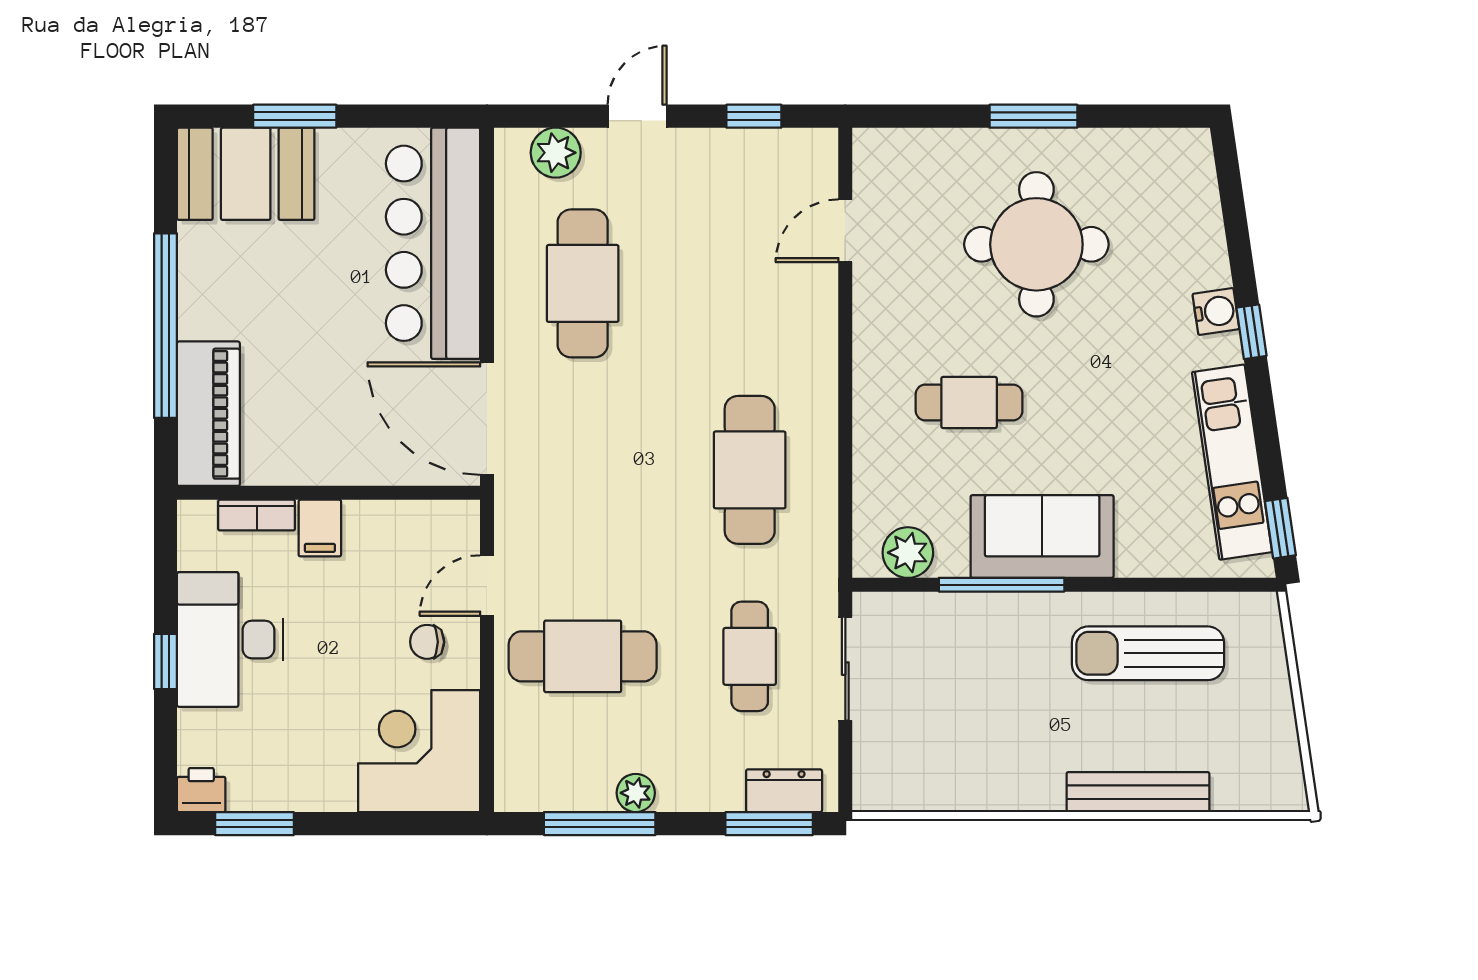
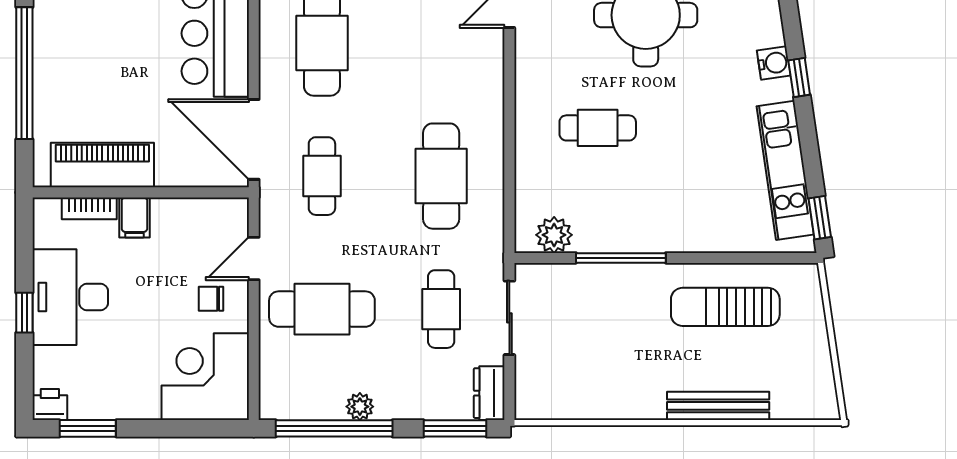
piano: (208, 414) -> (102, 165), moved, turned -90
cafe table: (583, 470) -> (322, 176), added
sofa: (1042, 537) -> (650, 224), removed
dresser: (784, 791) -> (489, 393), moved, turned -90
window: (600, 824) -> (334, 428), width x1.46

